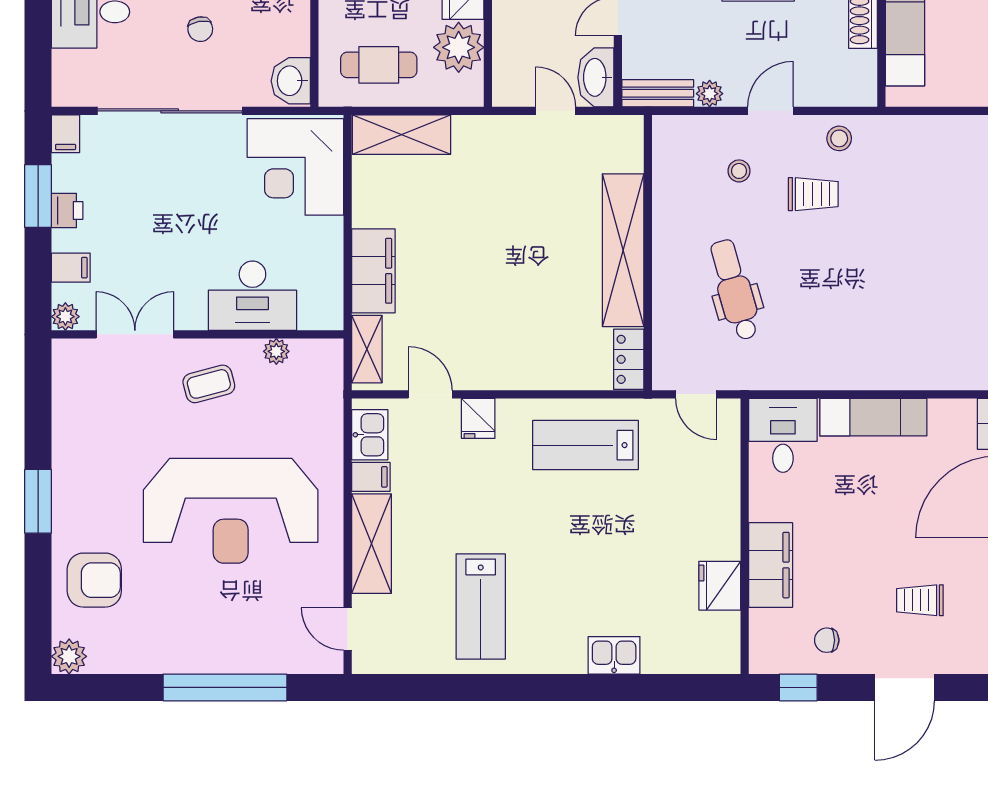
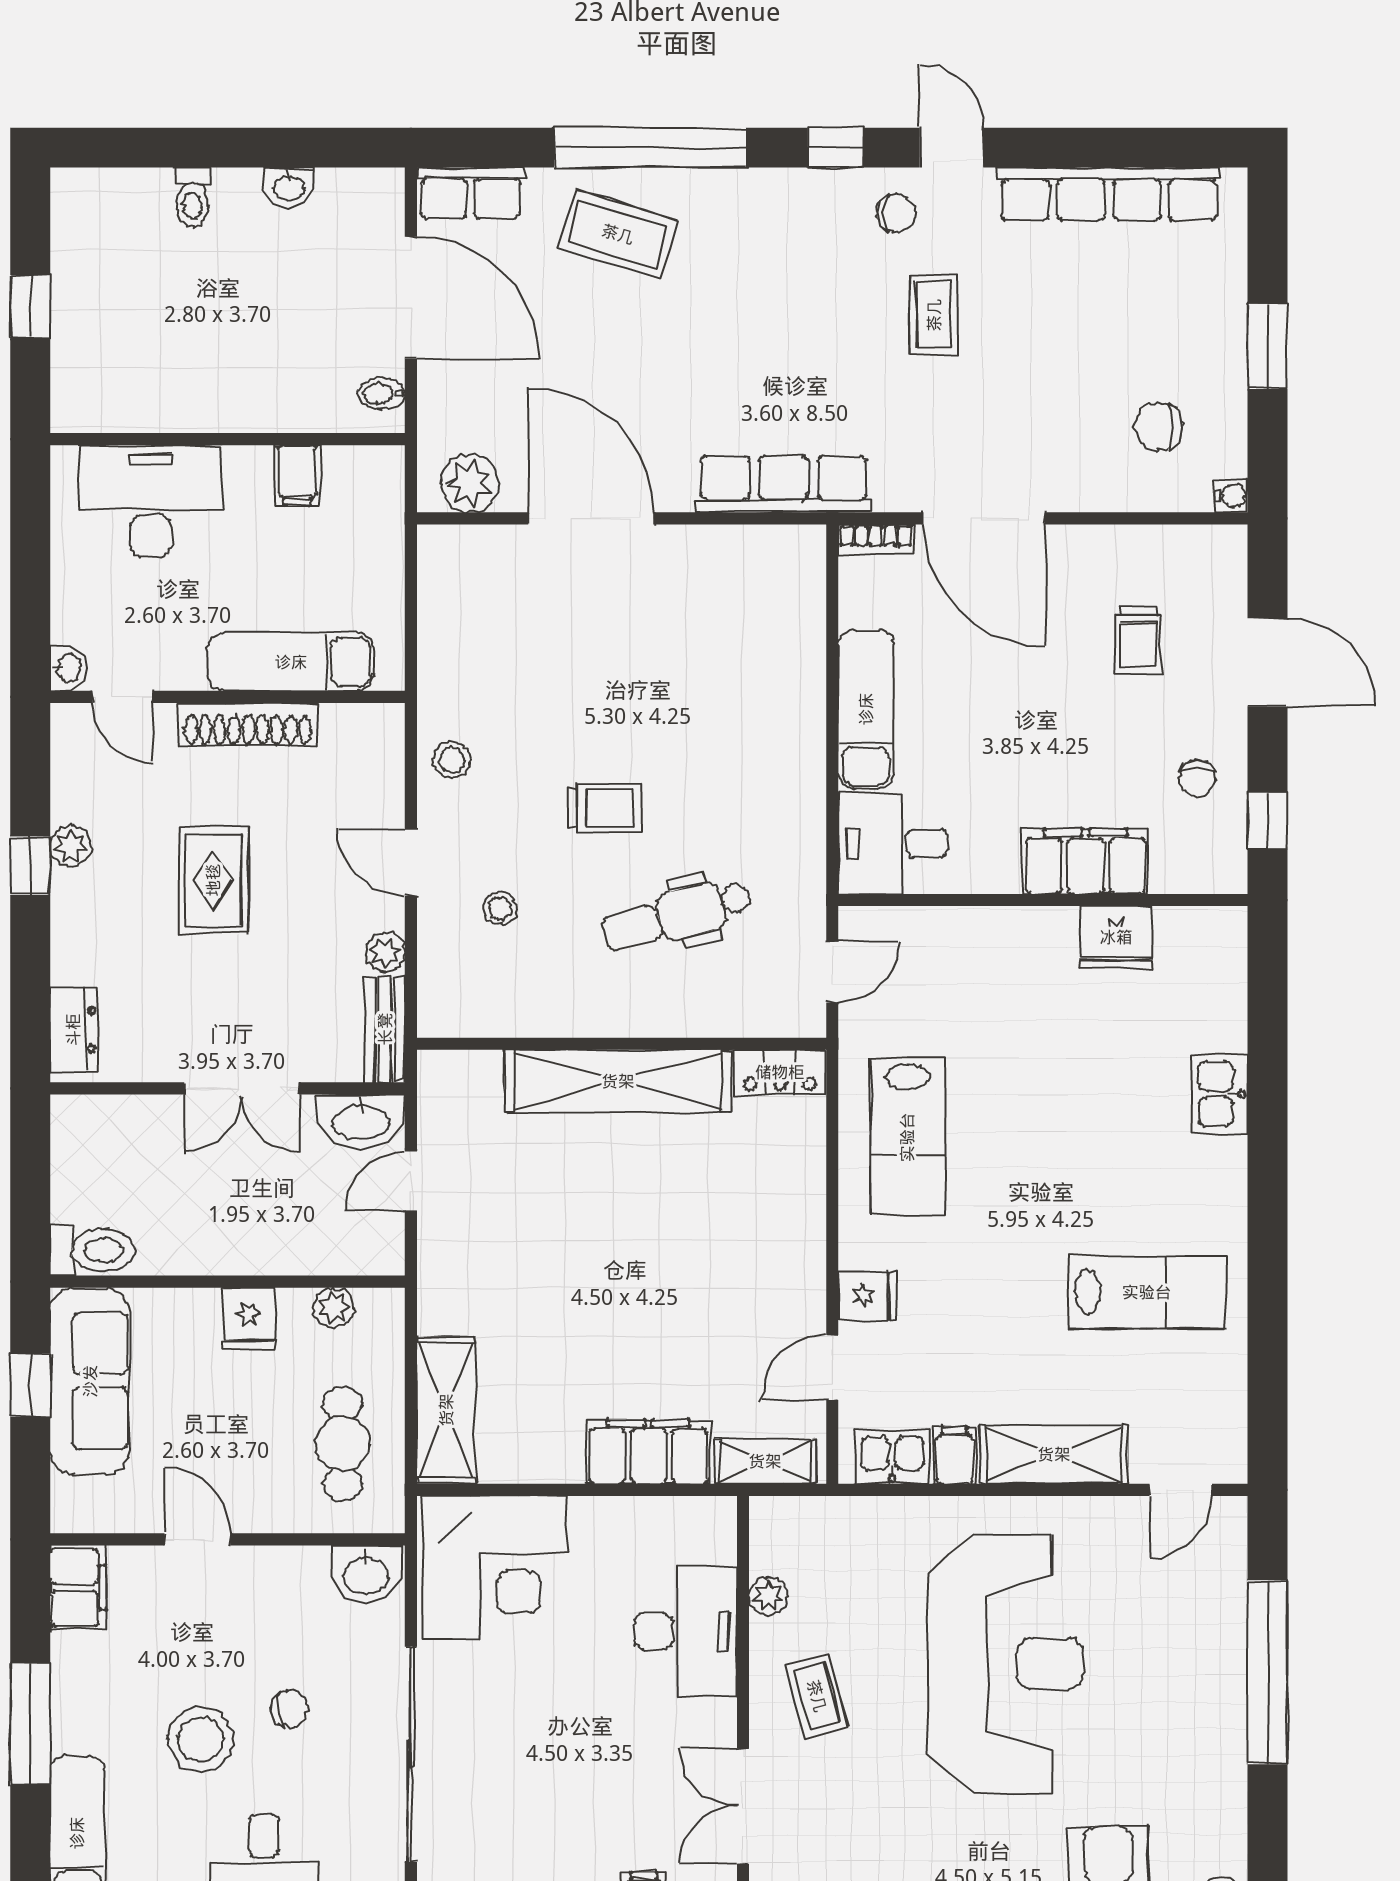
plant: (459, 47) -> (334, 1308), width x0.53, depth x0.53
trolley: (813, 194) -> (604, 808), moved, turned 90

